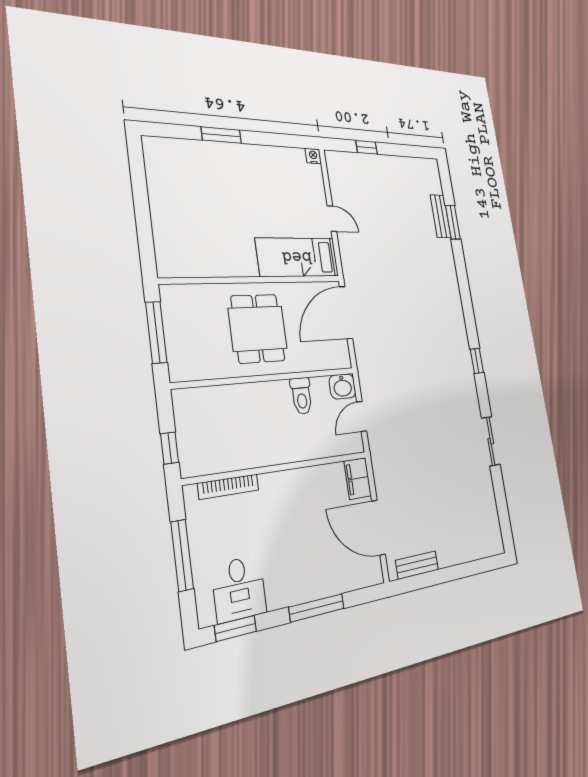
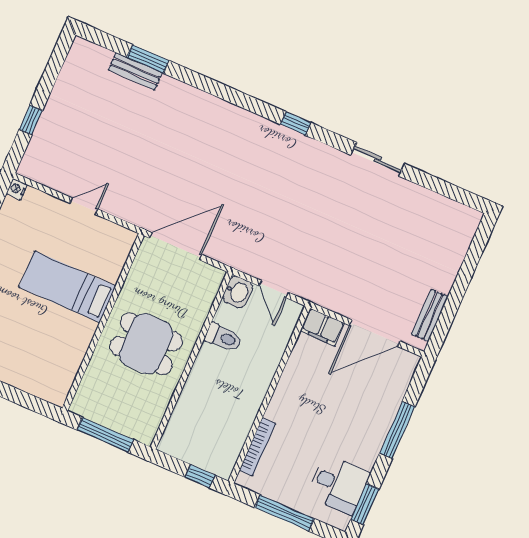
bed: (297, 257) -> (67, 287), moved, turned 90
door: (346, 313) -> (176, 246), swing flipped

